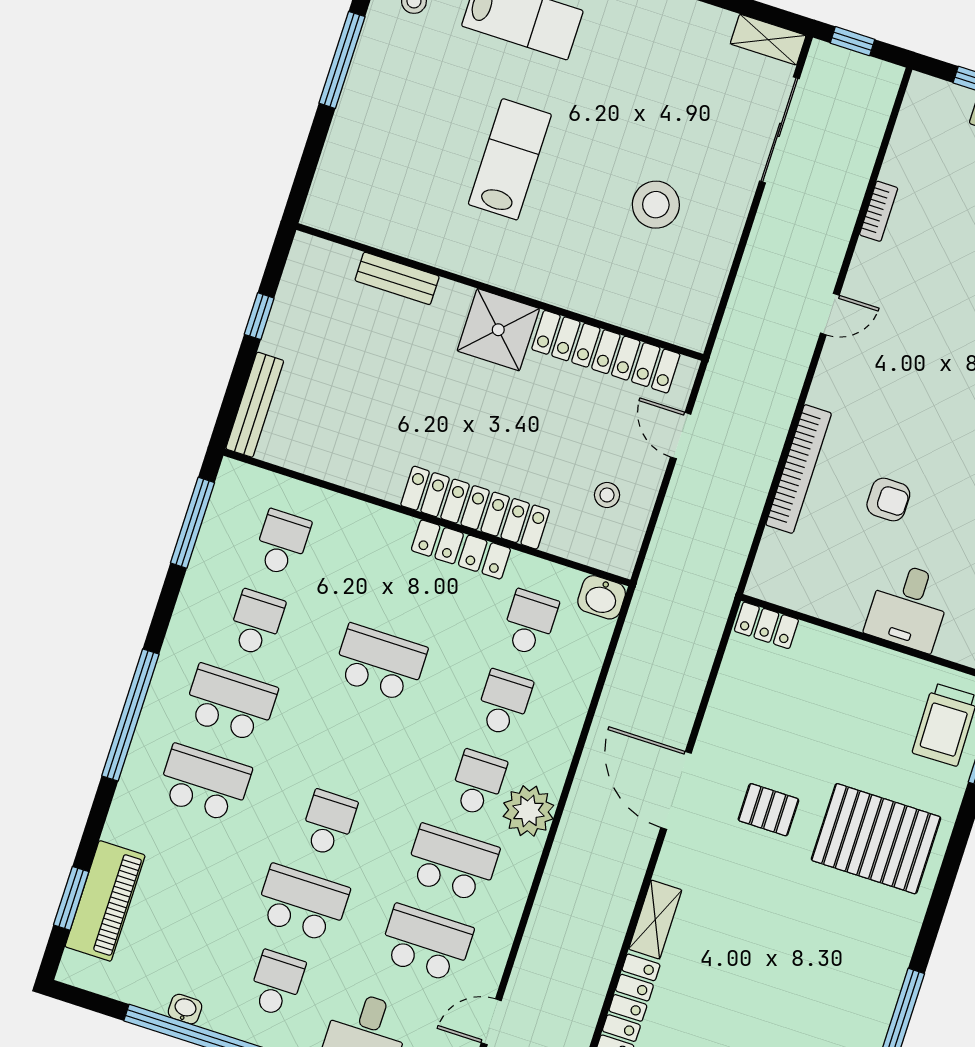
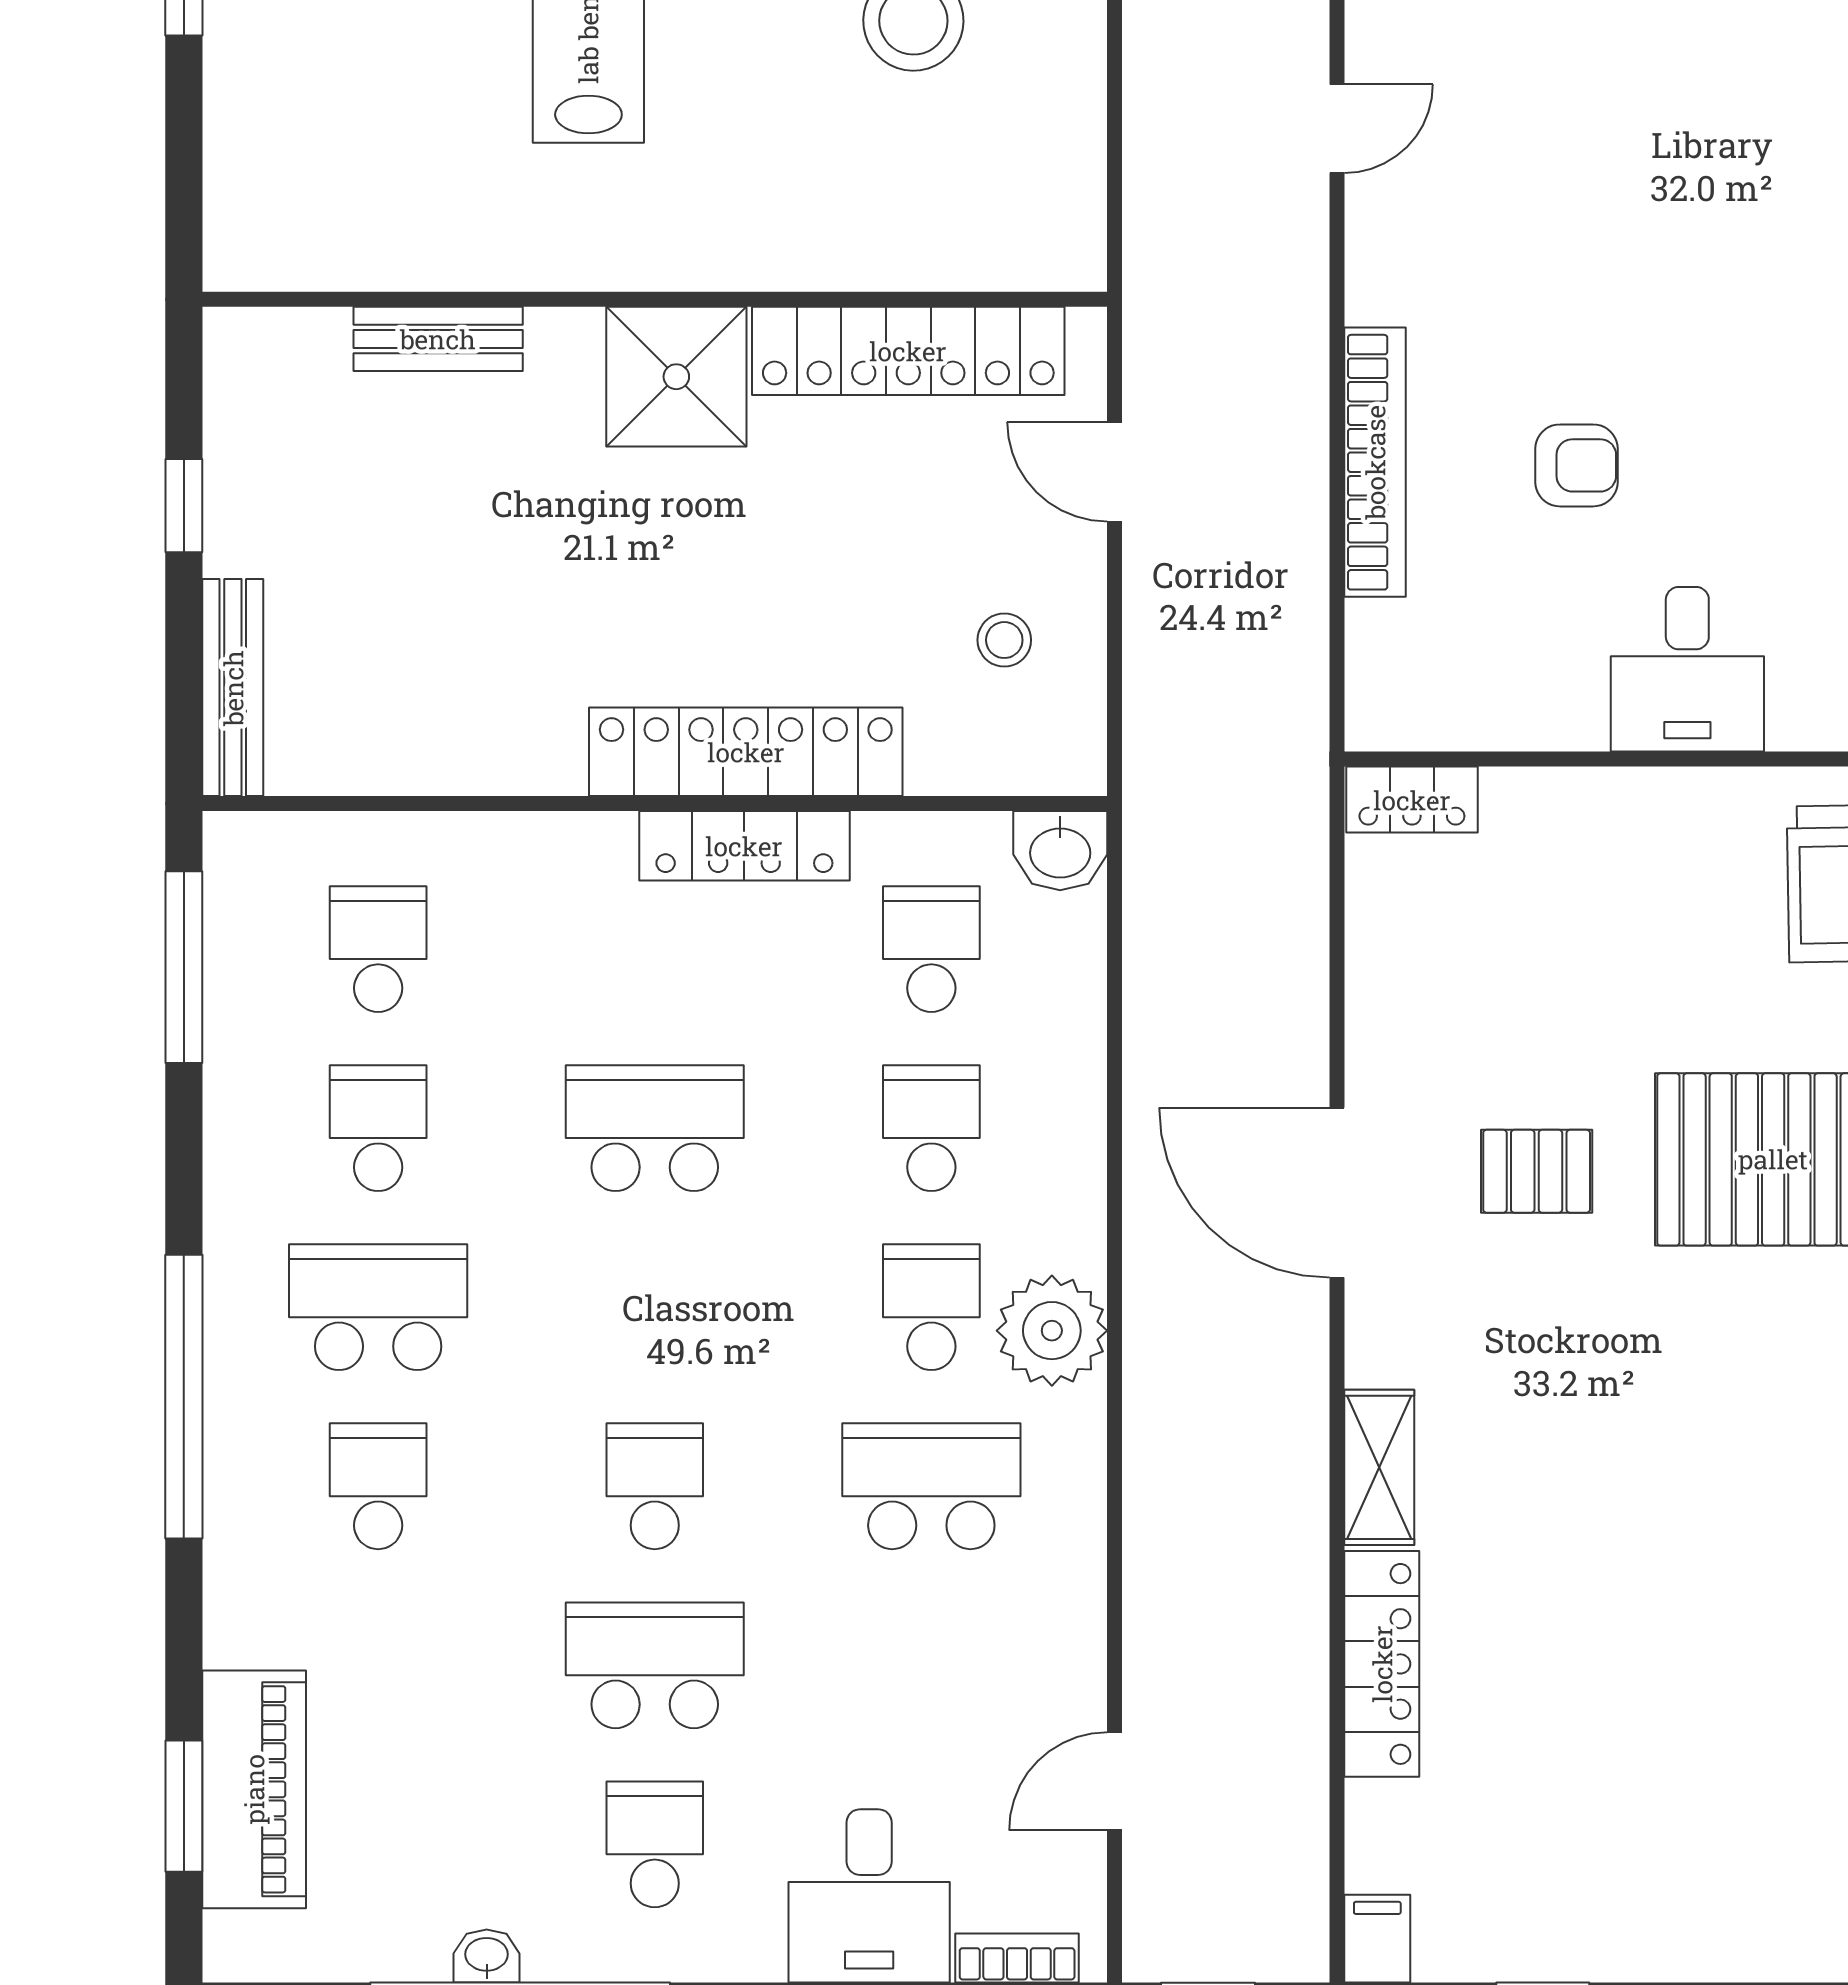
school desk: (204, 783) -> (378, 1486), width x0.54
school desk: (426, 943) -> (931, 1665), removed

